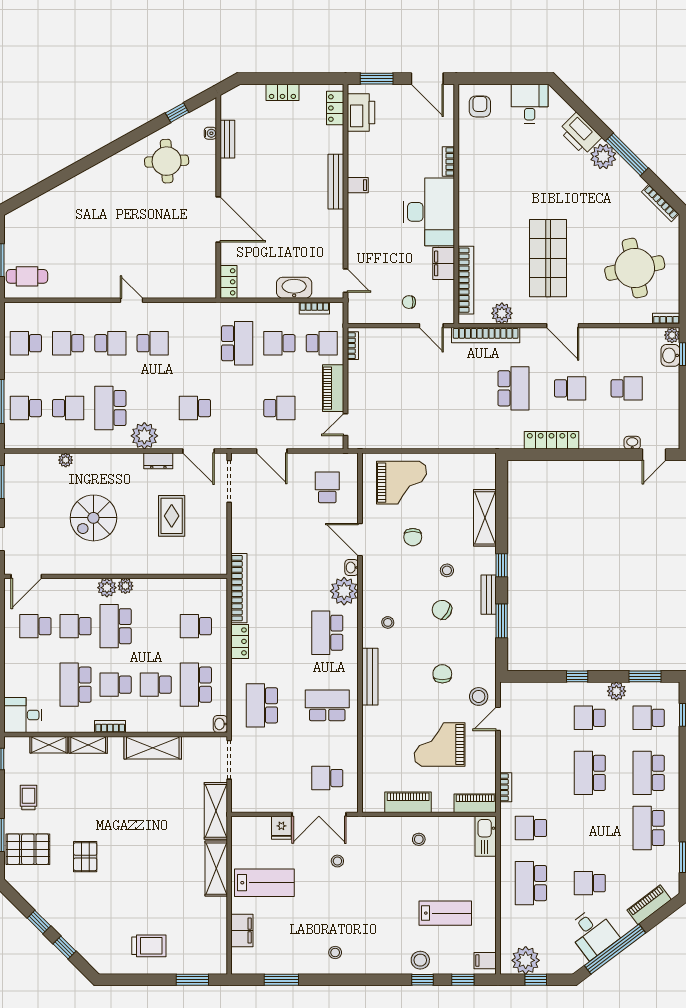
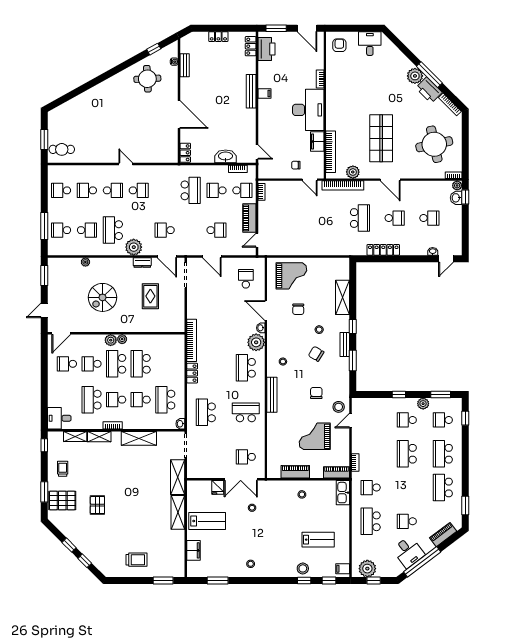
printer: (580, 134) -> (429, 90), moved
school desk: (196, 626) -> (141, 364), moved, width x1.85

